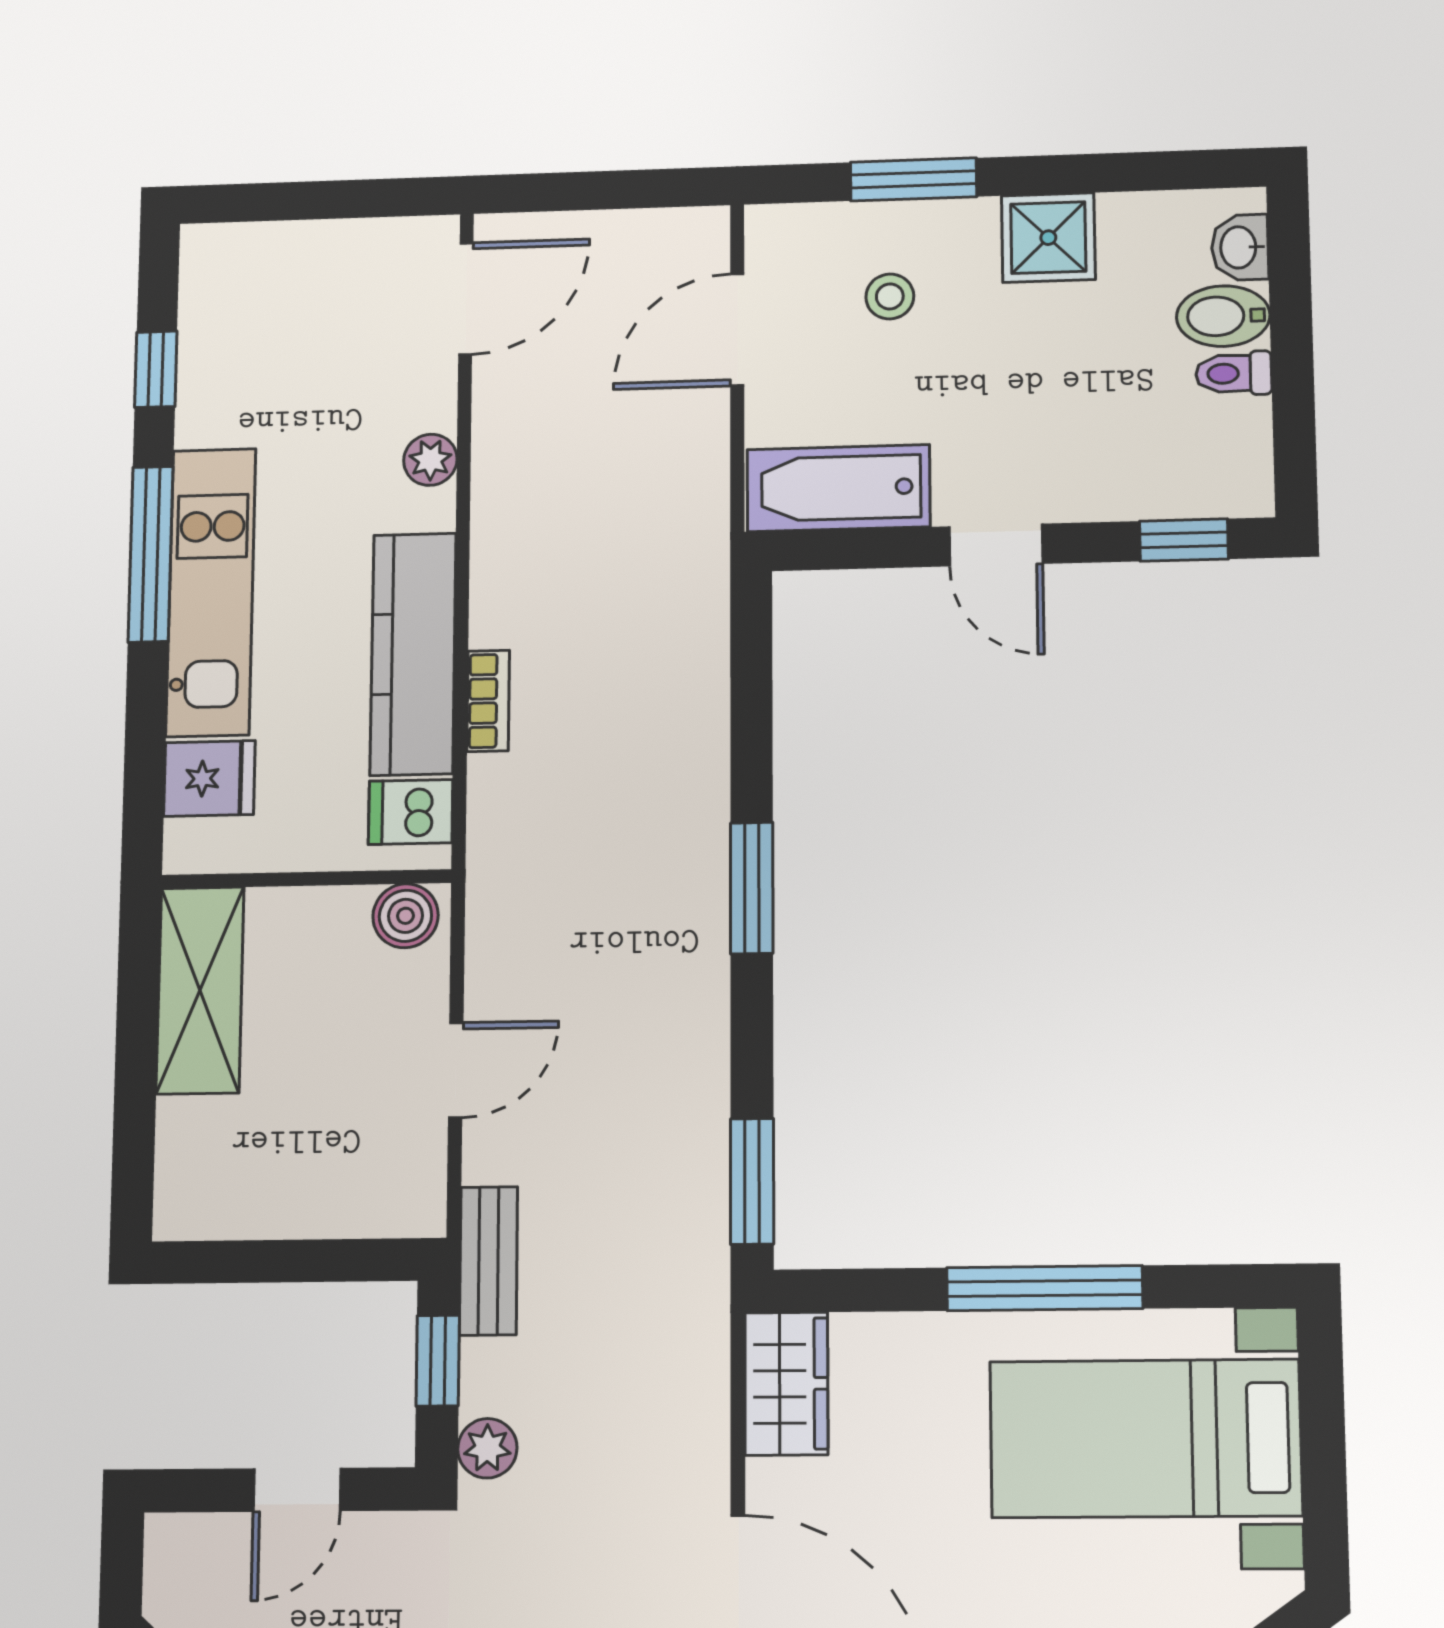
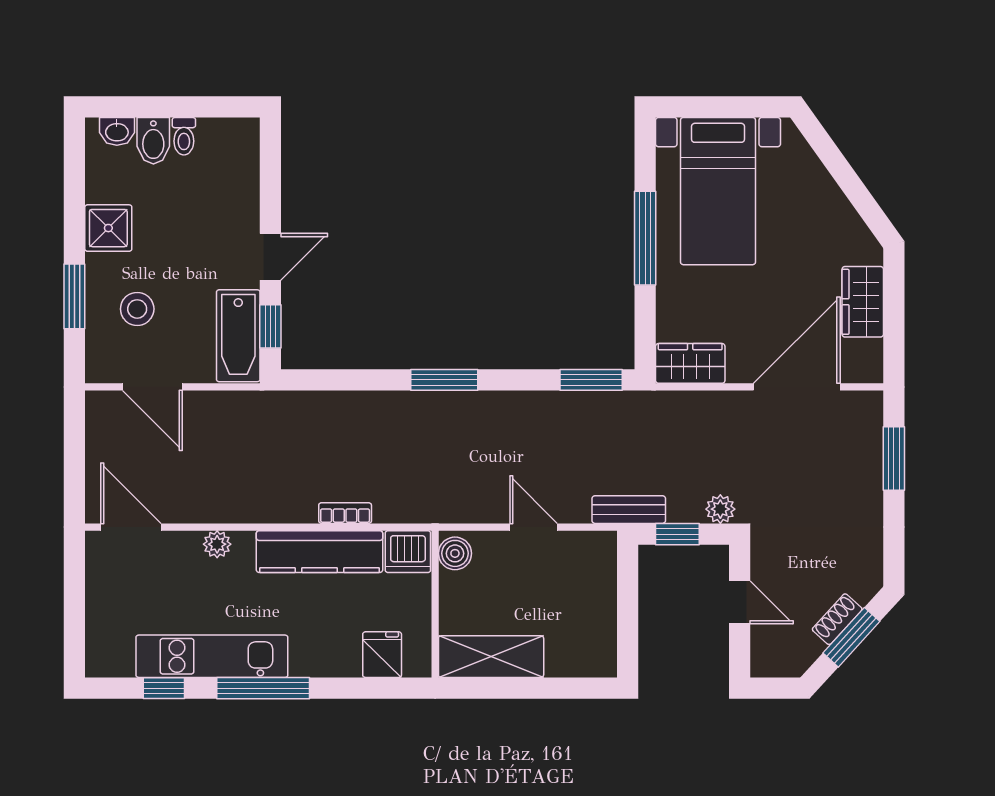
stool: (890, 296) -> (137, 309), width x1.37, depth x1.37
window: (1184, 540) -> (270, 326), moved
kitchen unit: (211, 592) -> (212, 656), moved
dishwasher: (411, 812) -> (408, 552), width x1.38

